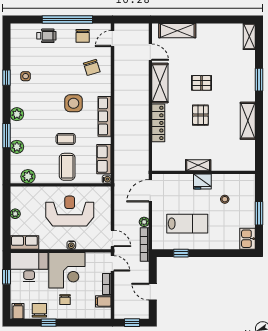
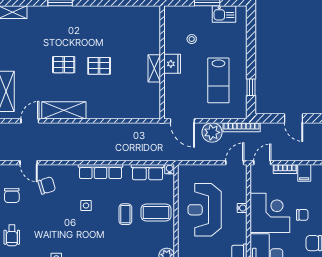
wheelchair: (46, 36) -> (12, 235), turned 180
chair: (83, 36) -> (12, 195), turned 89
door: (112, 39) -> (29, 163), moved
pallet: (202, 83) -> (64, 65), turned 90
side table: (74, 103) -> (86, 206), width x0.54, depth x0.54
shelving: (248, 121) -> (105, 14), removed
locker: (158, 123) -> (108, 112), removed
plant: (144, 222) -> (212, 132), width x1.88, depth x1.88
lab bench: (187, 224) -> (218, 80), turned 180
kitchen sink: (248, 239) -> (224, 14), moved
door: (153, 292) -> (293, 118), hinge flipped

